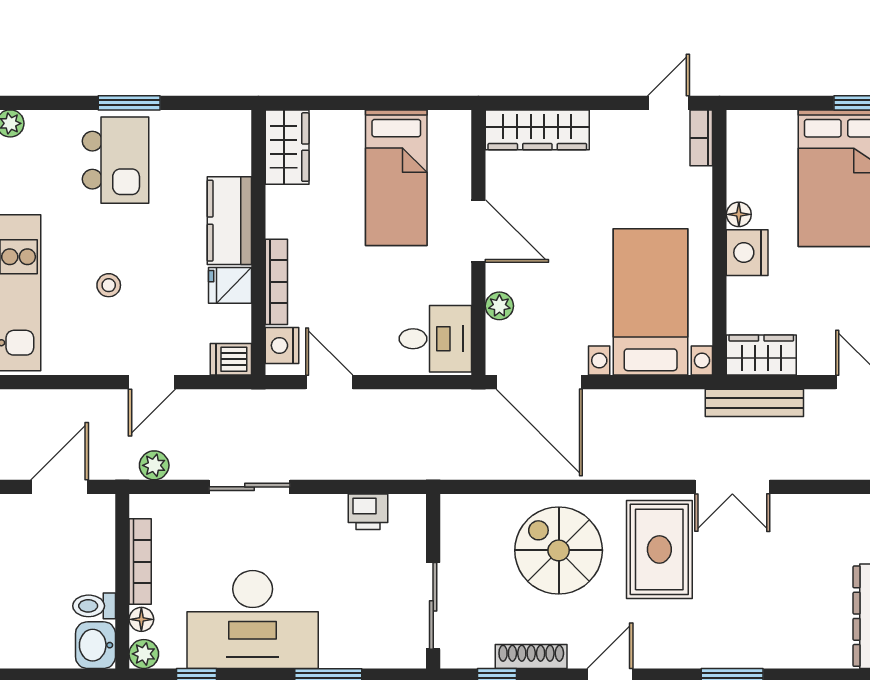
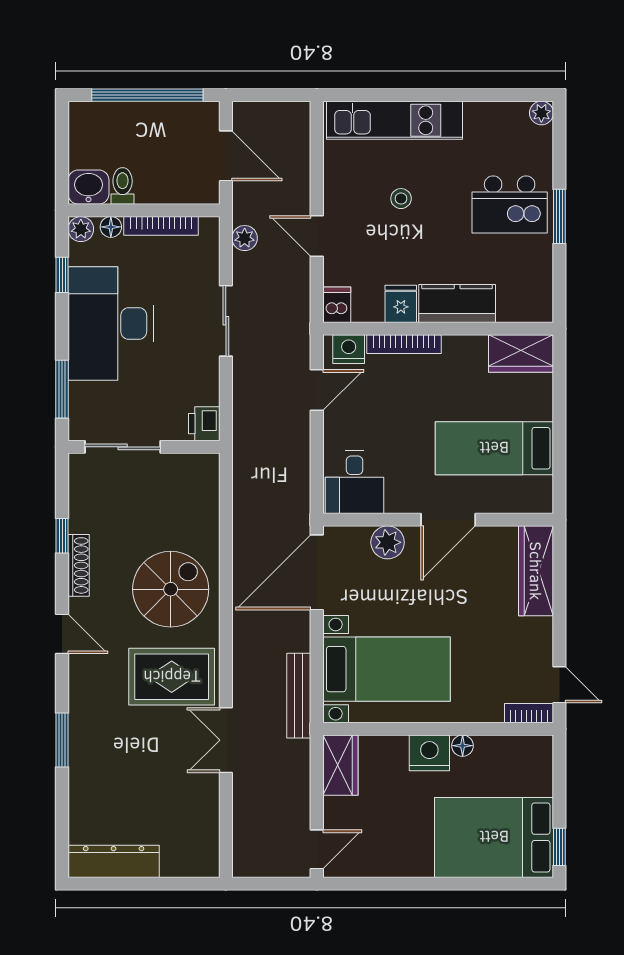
plant: (499, 306) -> (388, 542), width x1.38, depth x1.38
bench: (754, 403) -> (299, 696), moved
wall: (433, 581) -> (144, 447), moved
sliding door: (433, 606) -> (123, 447), moved

